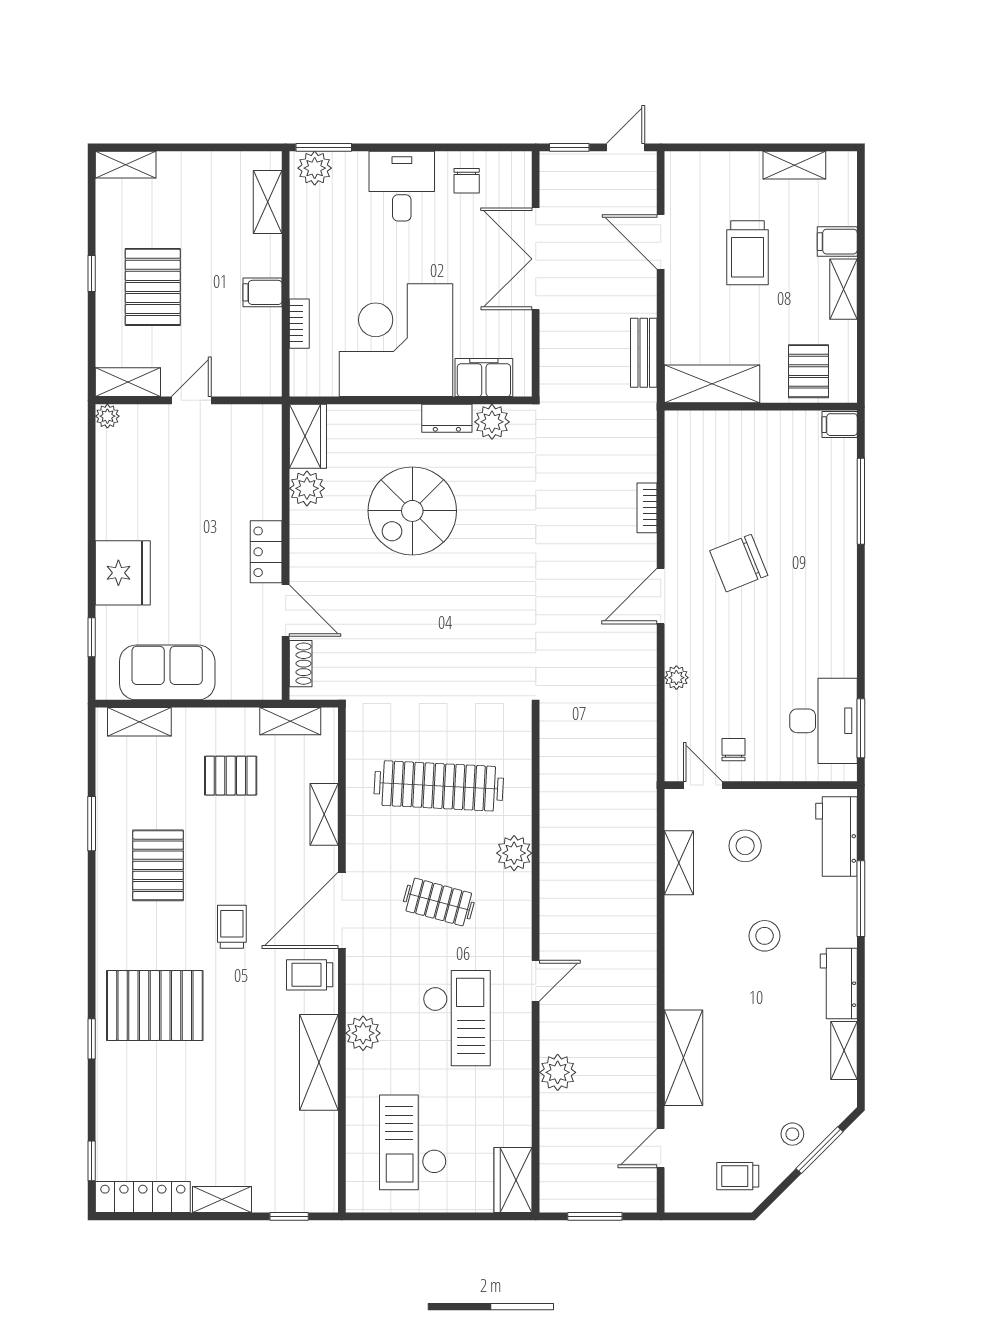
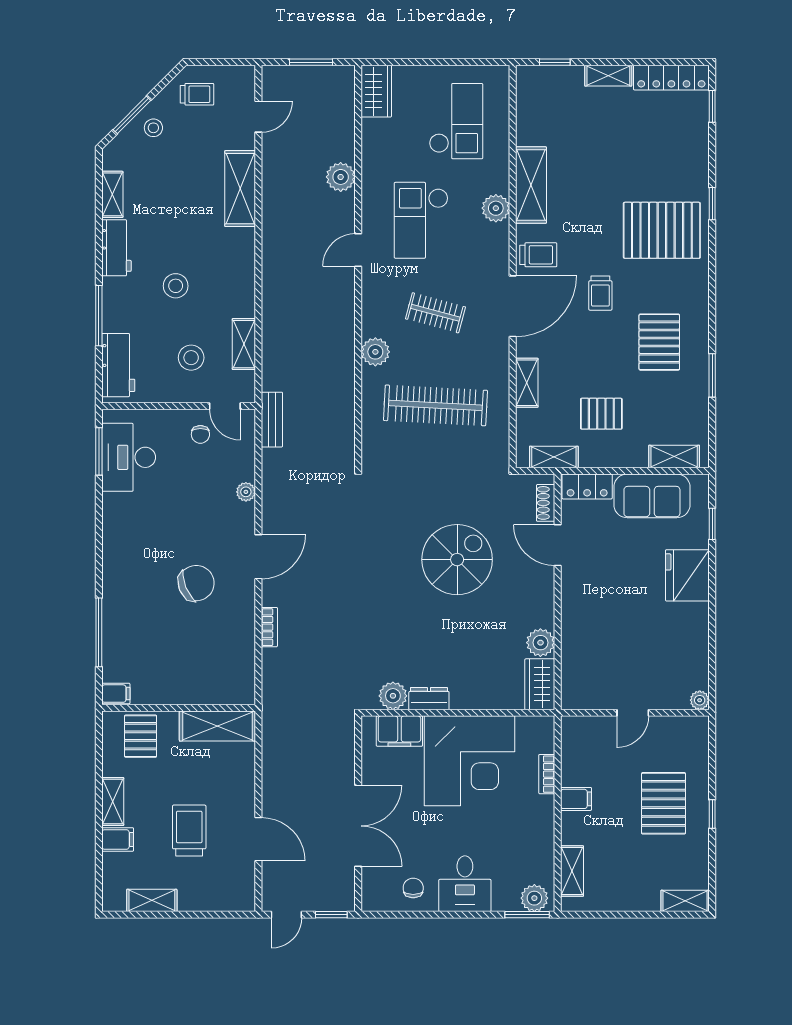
bench: (644, 353) -> (272, 420), moved
shelving: (128, 382) -> (683, 727), removed
spiral stairs: (412, 511) -> (457, 560), moved
locker: (266, 552) -> (587, 487), moved, turned 90

